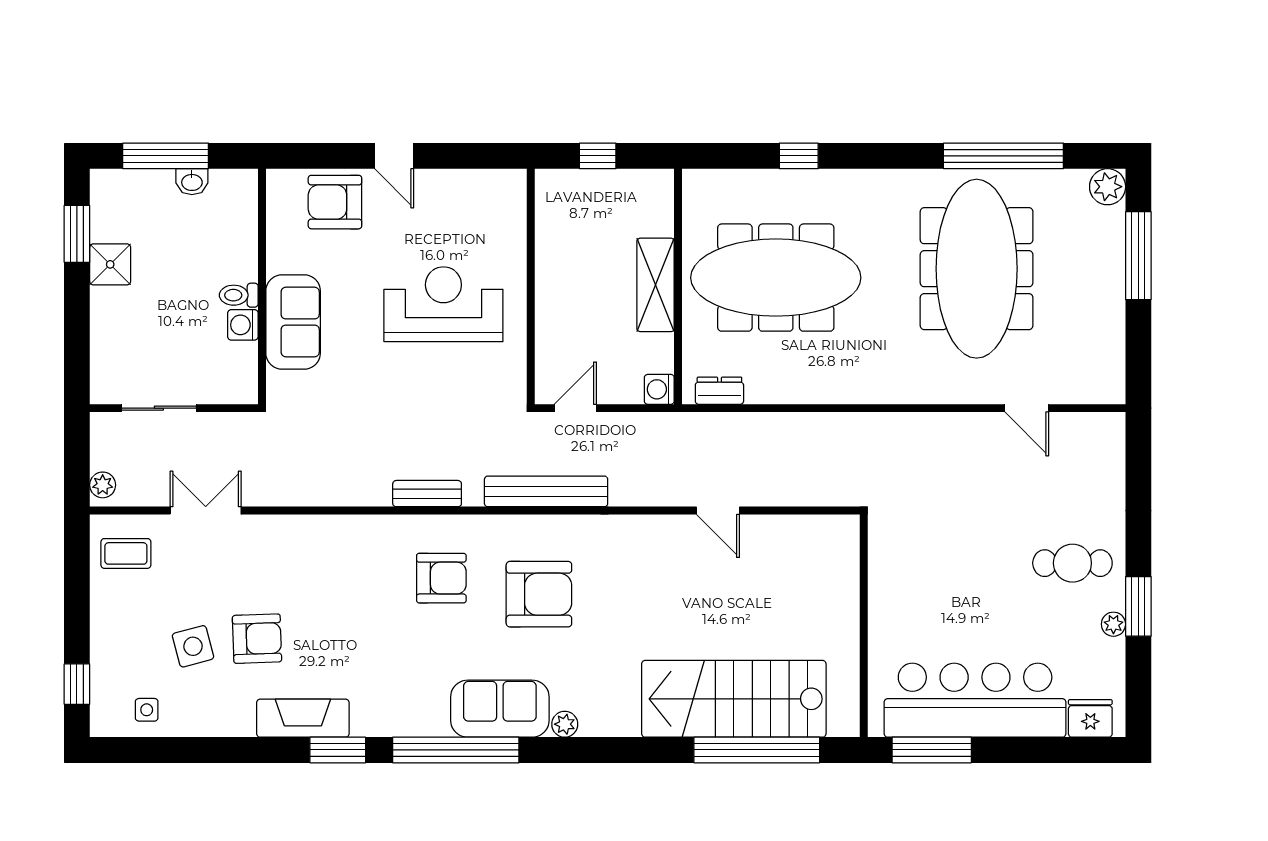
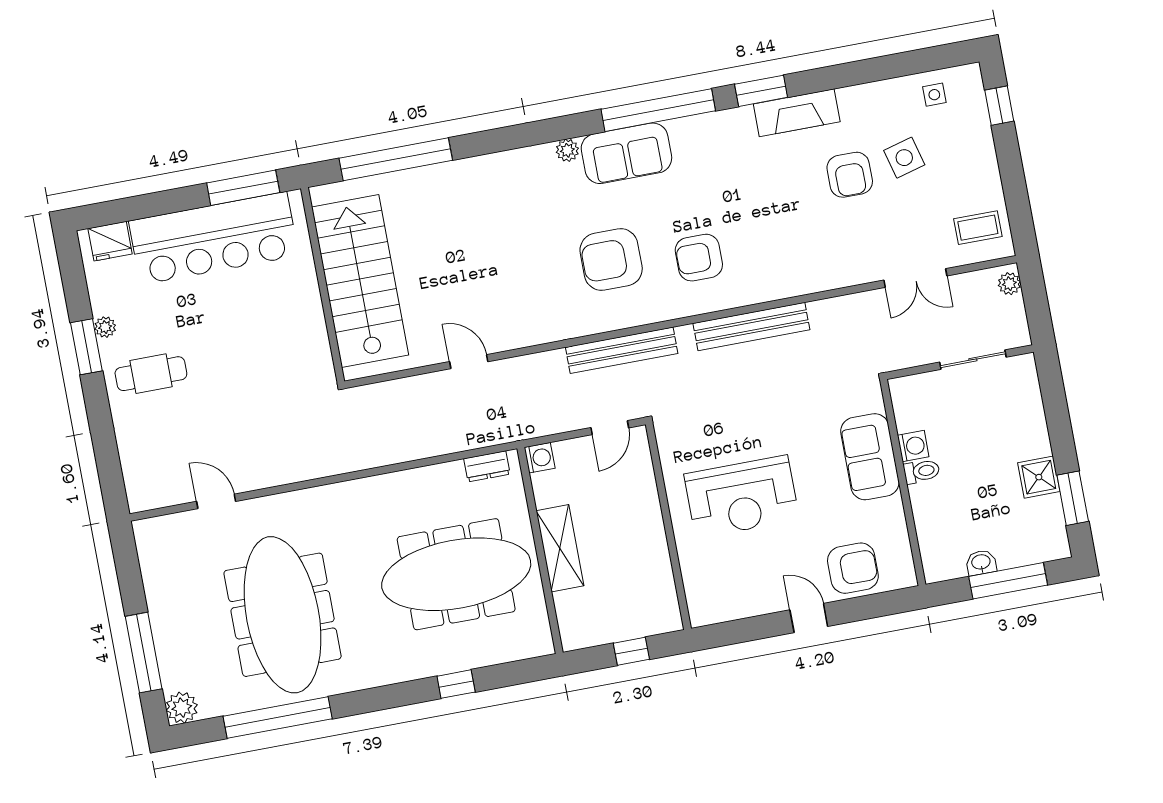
bench: (427, 494) -> (751, 327), width x1.86, depth x1.21
armchair: (257, 639) -> (850, 175), turned -88
stairs: (734, 699) -> (360, 281), moved, turned -90

